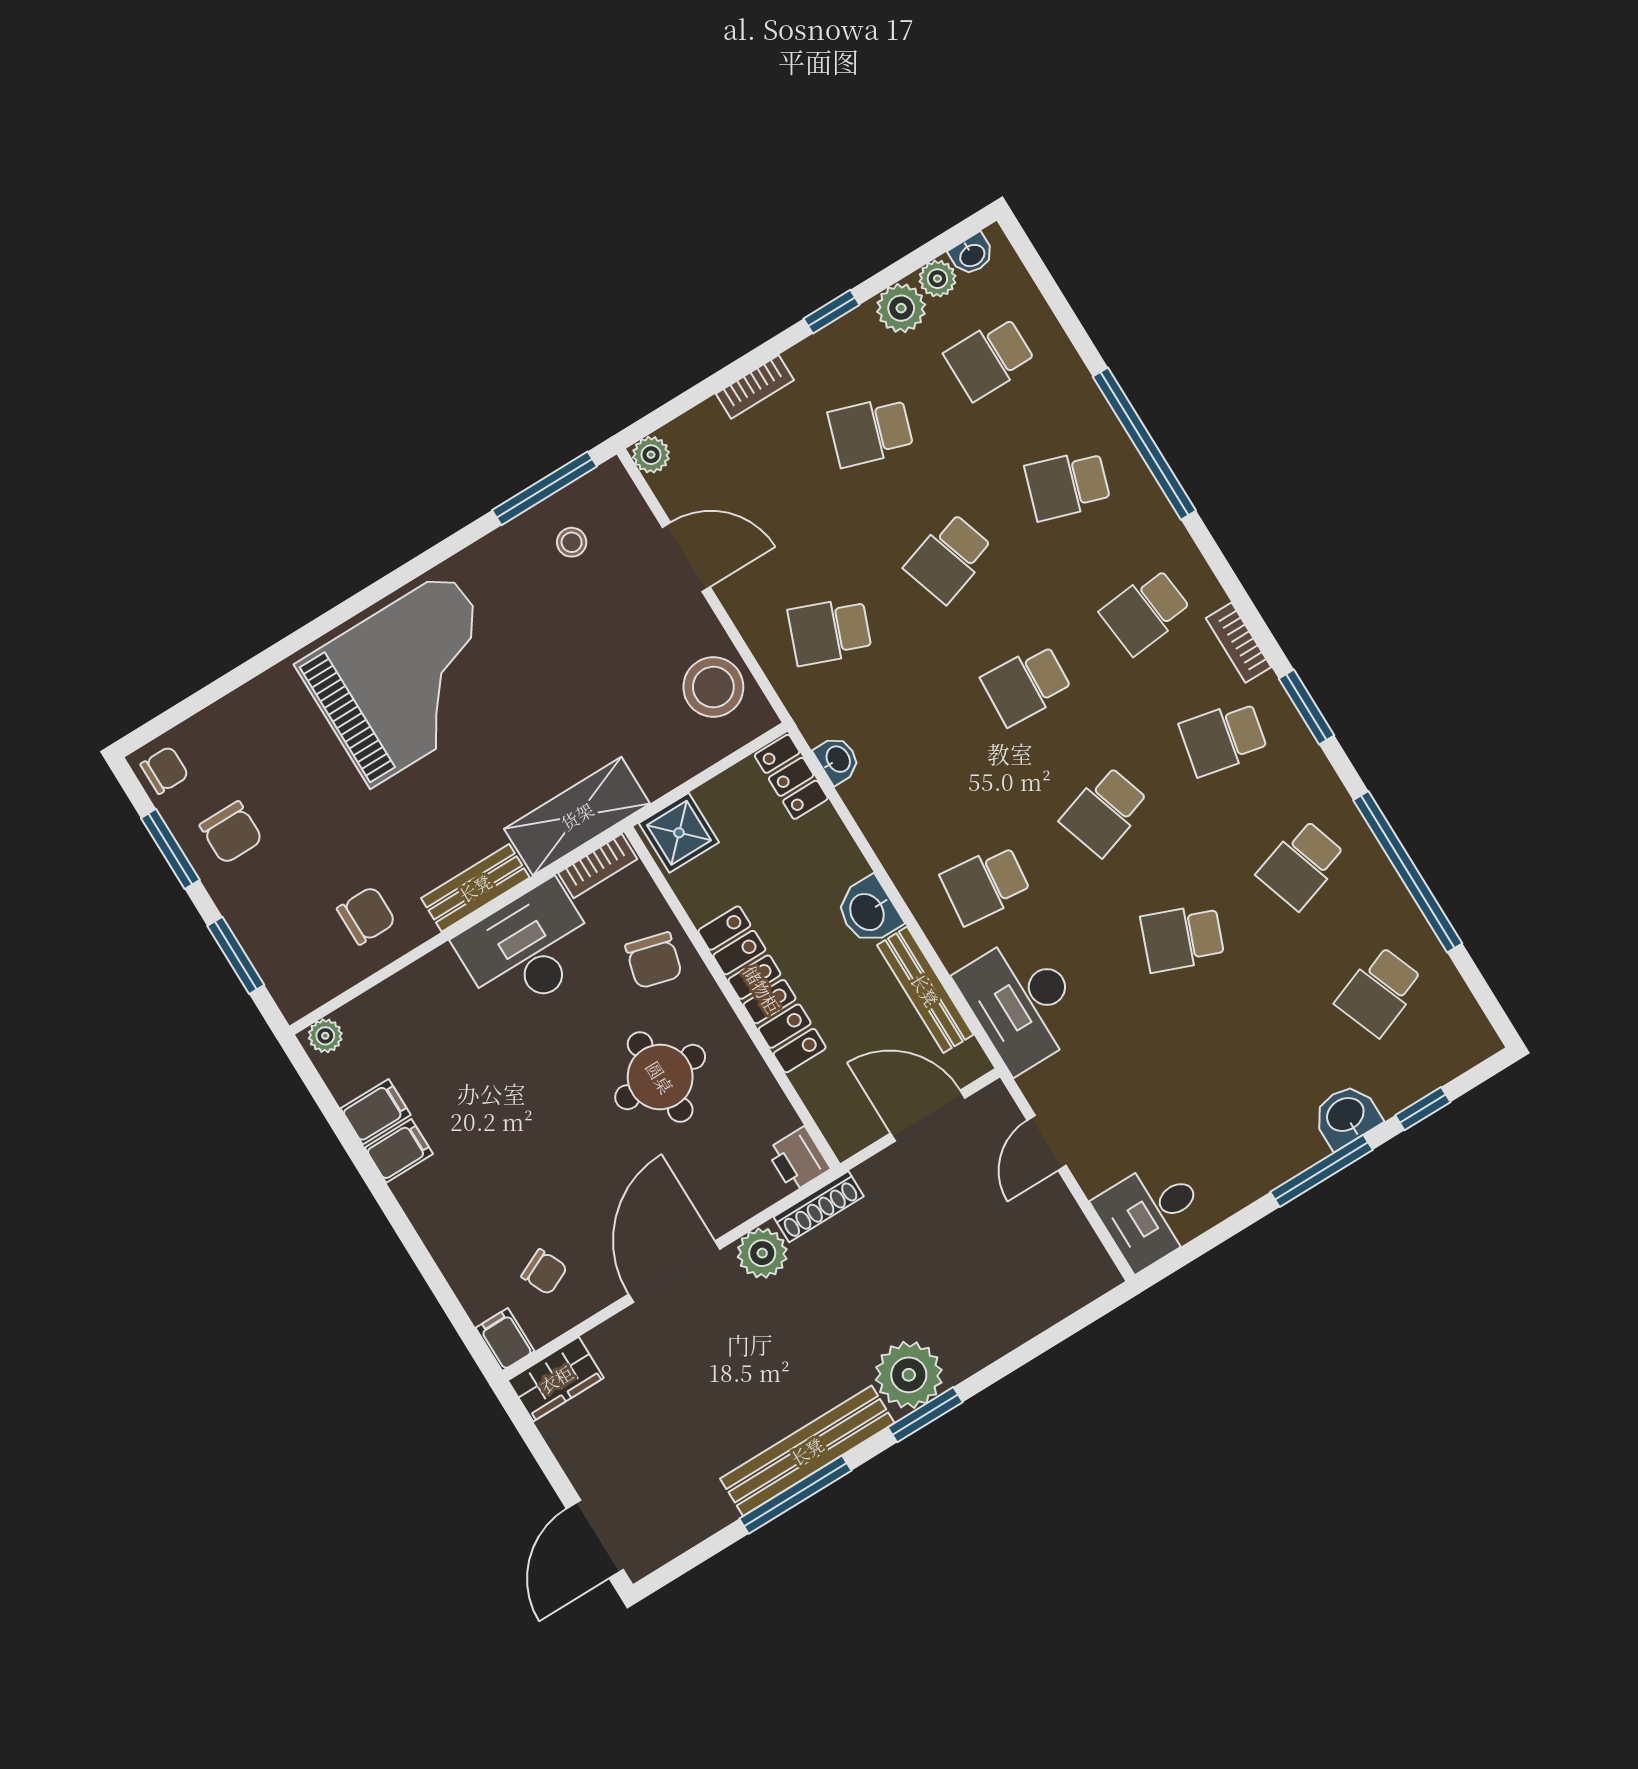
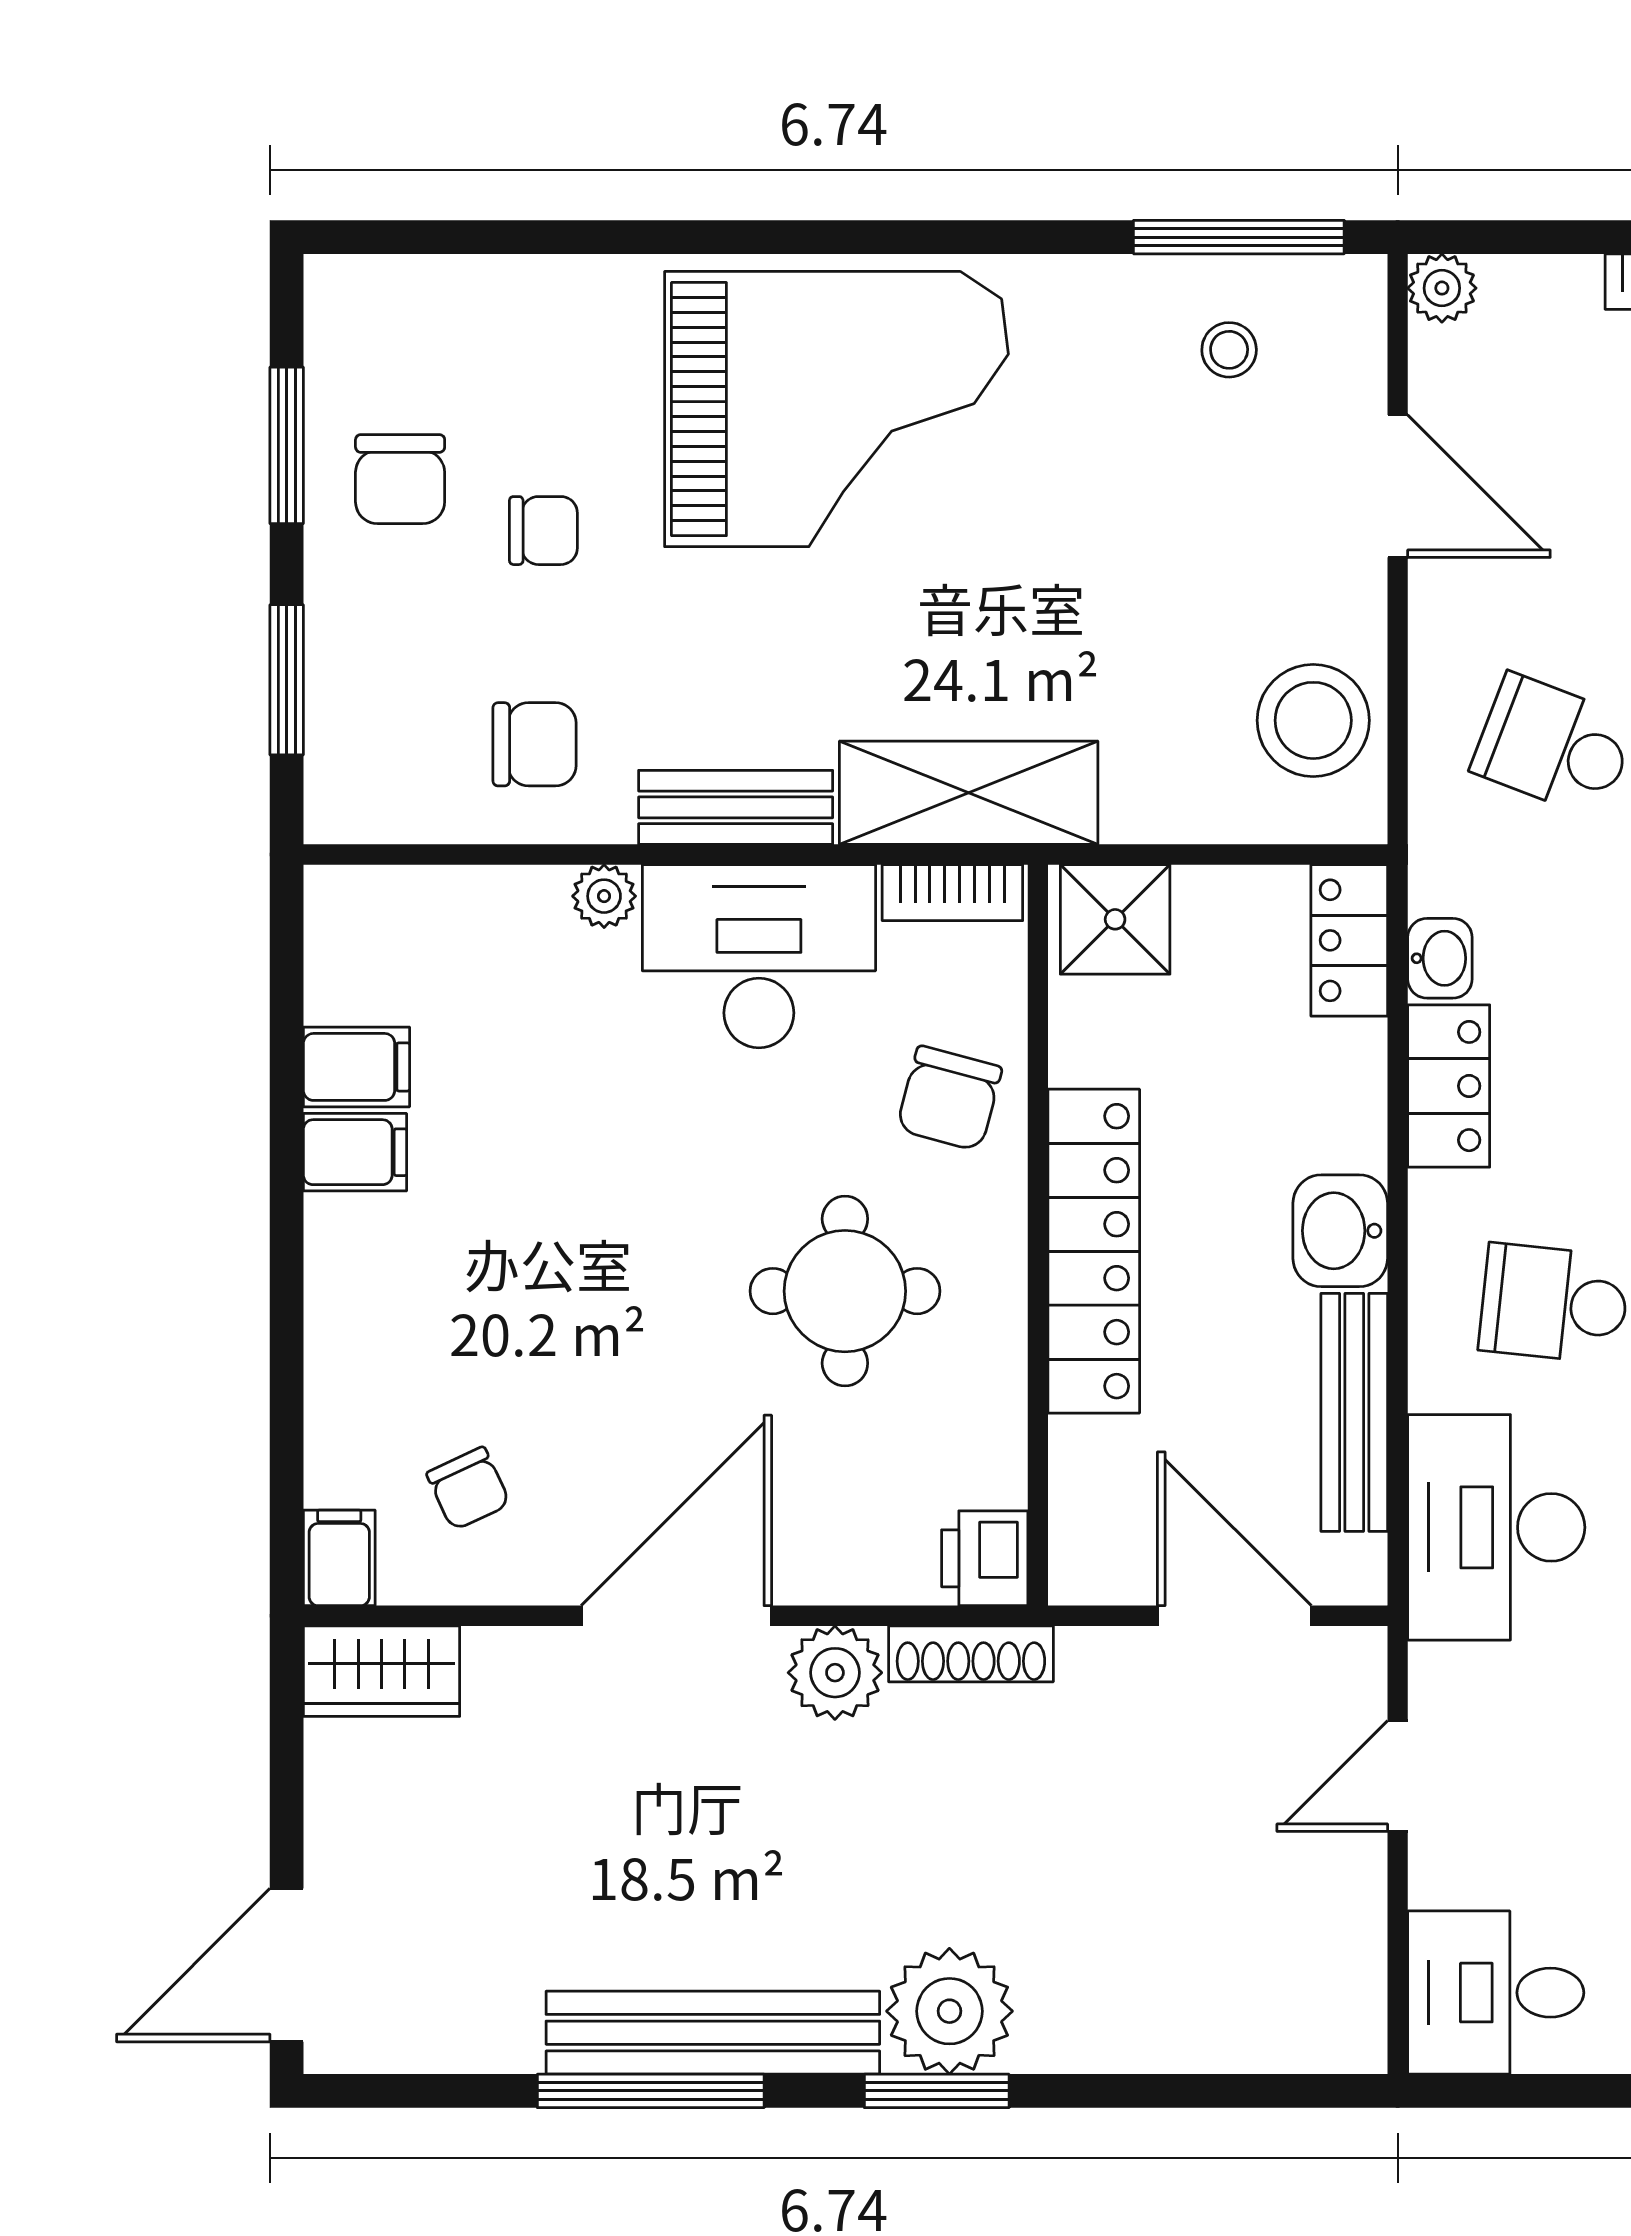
chair: (165, 770) -> (543, 531), moved
locker: (877, 815) -> (1449, 1086), added
plant: (325, 1036) -> (604, 896), moved

